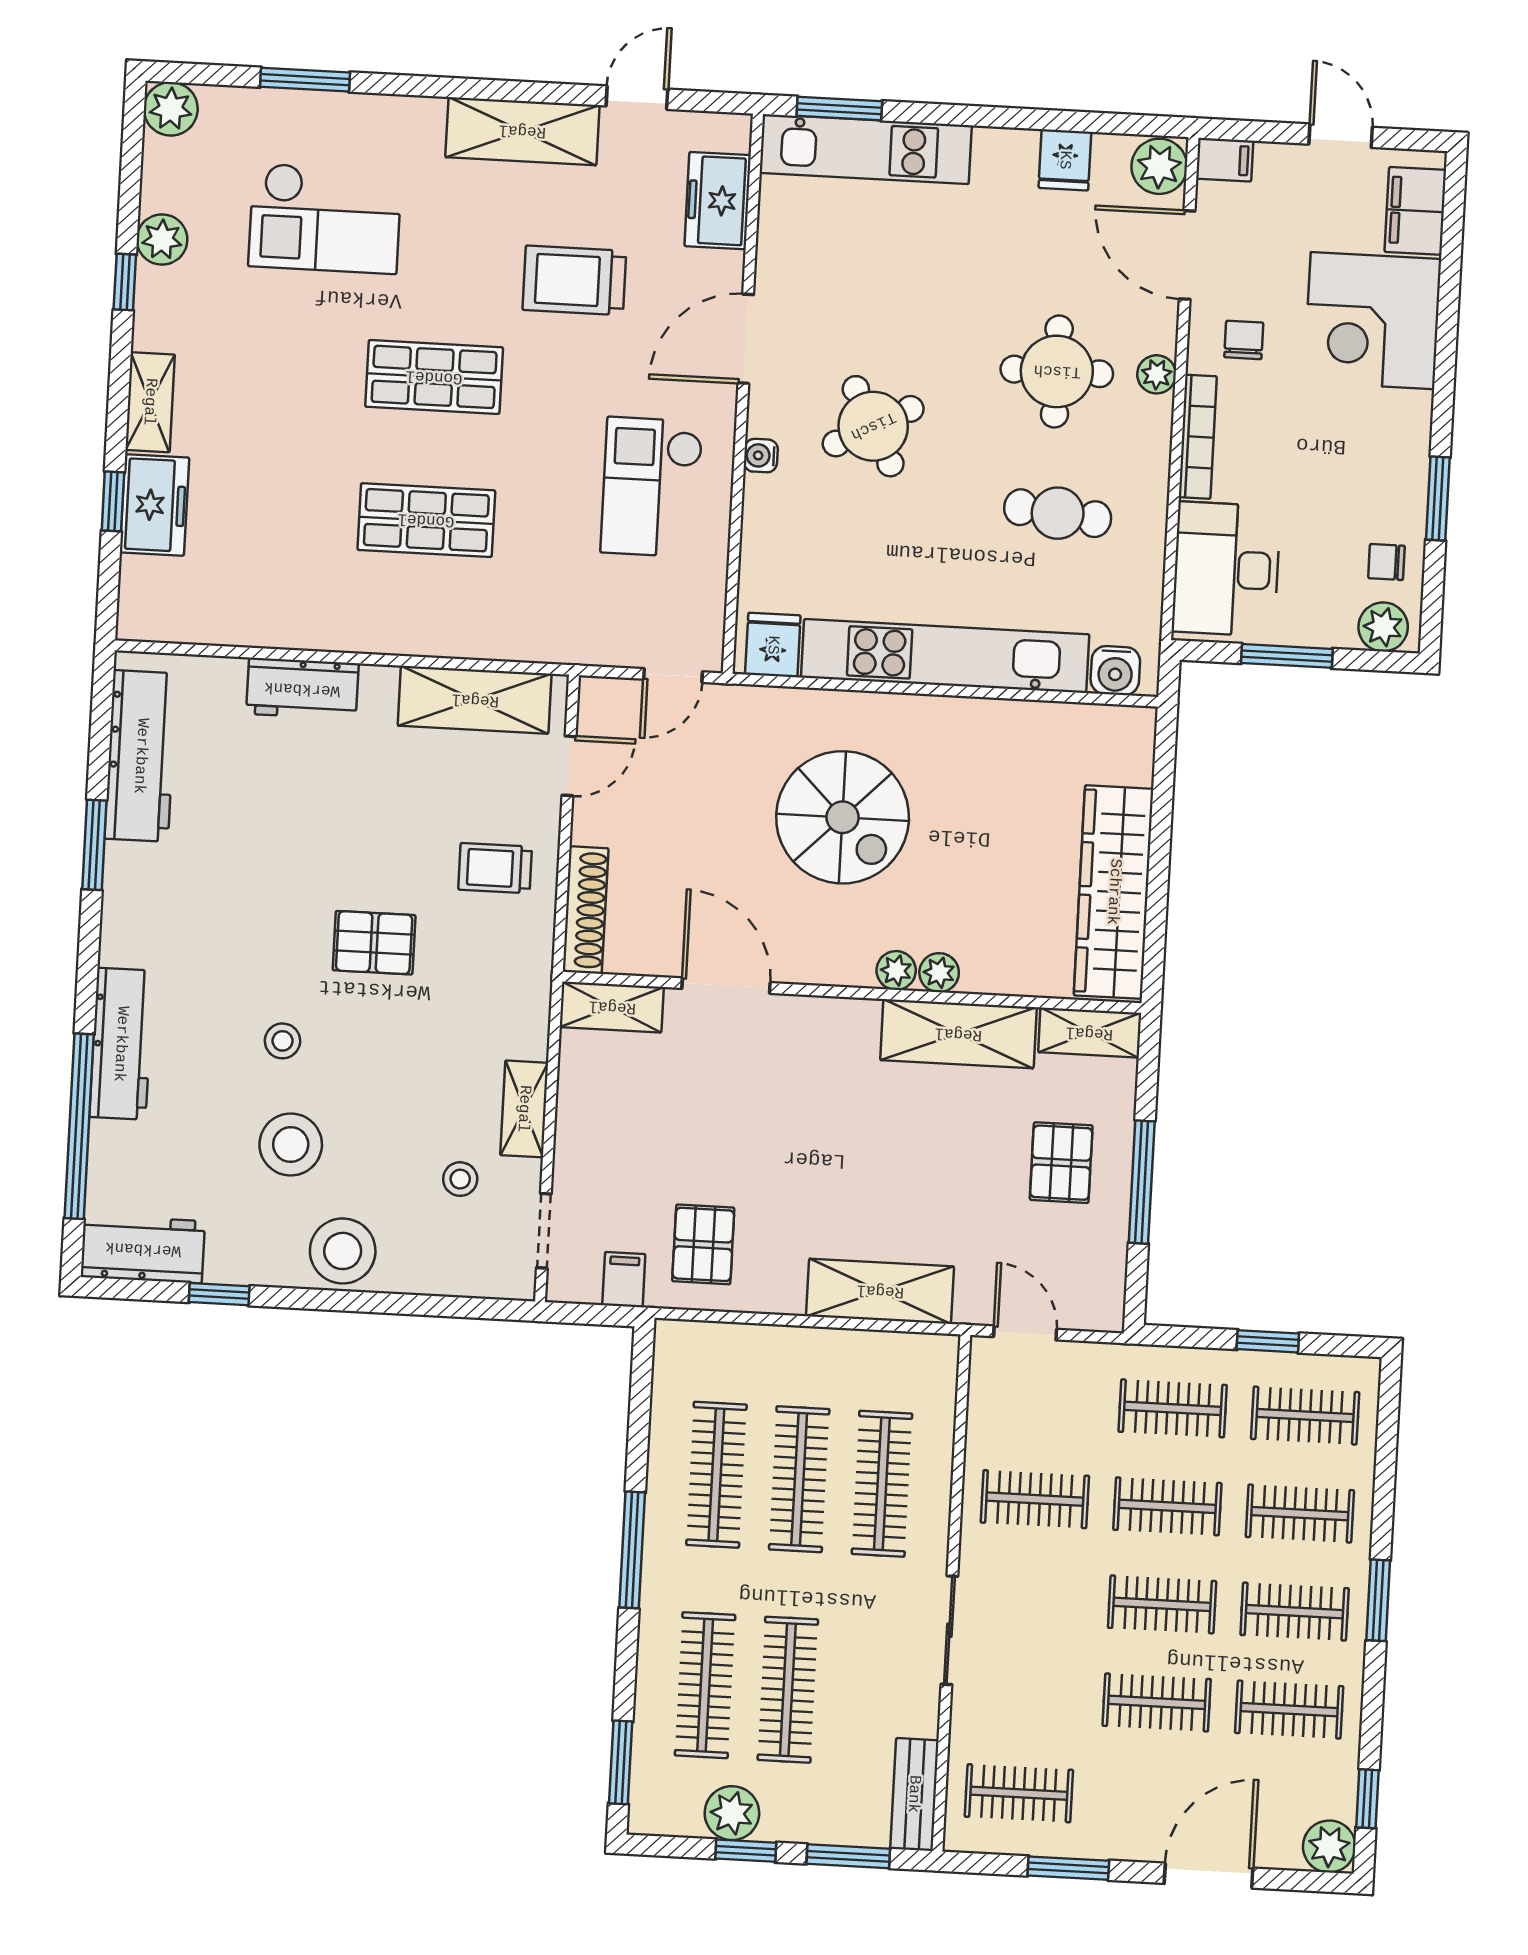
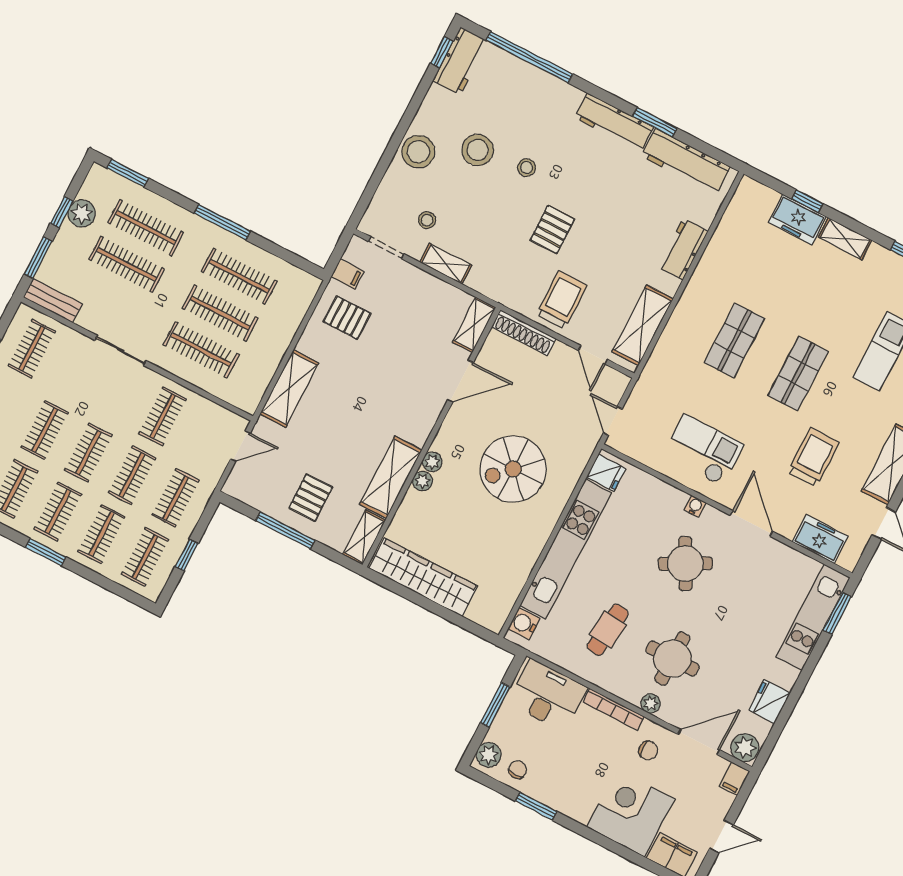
fridge: (1065, 160) -> (769, 702), width x1.38
trolley: (495, 868) -> (562, 300), width x1.36, depth x1.39
workbench: (121, 1044) -> (614, 122), moved
pallet: (1061, 1163) -> (311, 498), turned 90
window: (219, 1294) -> (442, 52), moved

